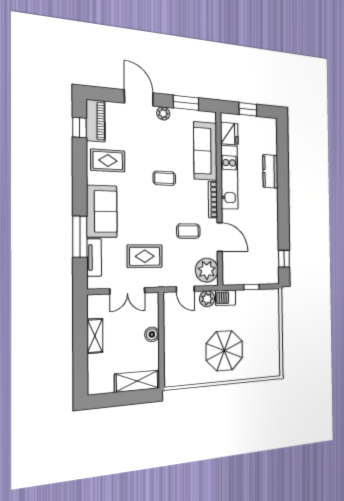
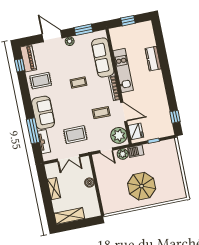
fridge: (229, 134) -> (136, 131), moved
shelving: (137, 381) -> (69, 216), moved

